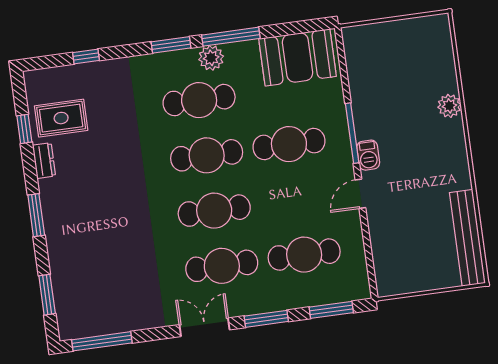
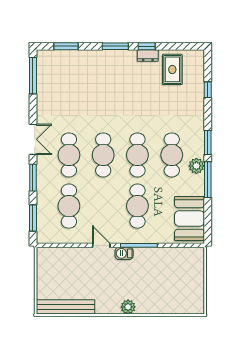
plant: (449, 106) -> (128, 307), moved
window: (24, 129) -> (147, 46), moved

